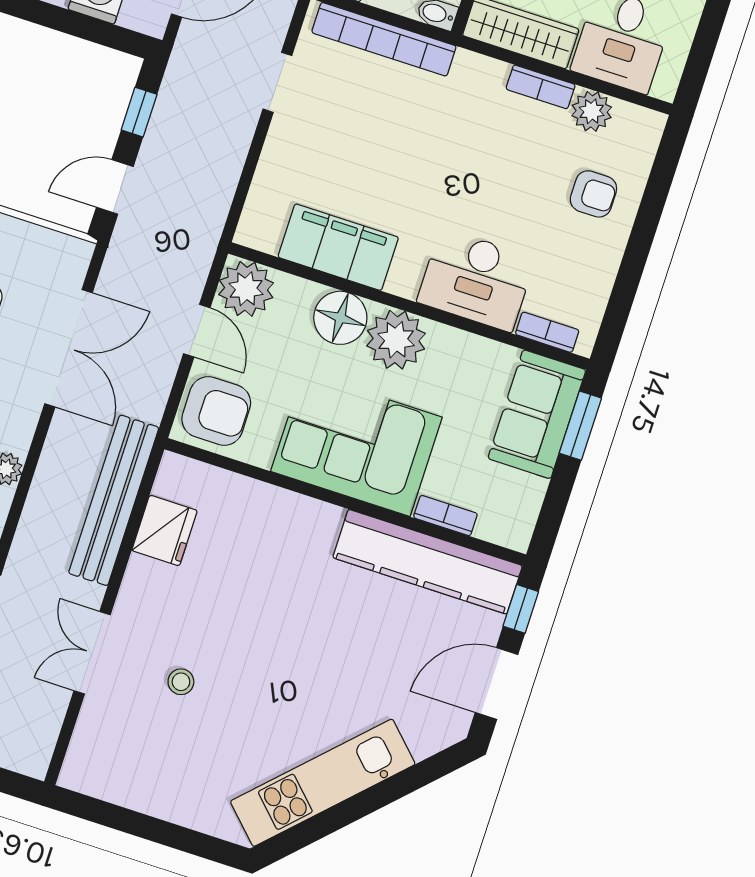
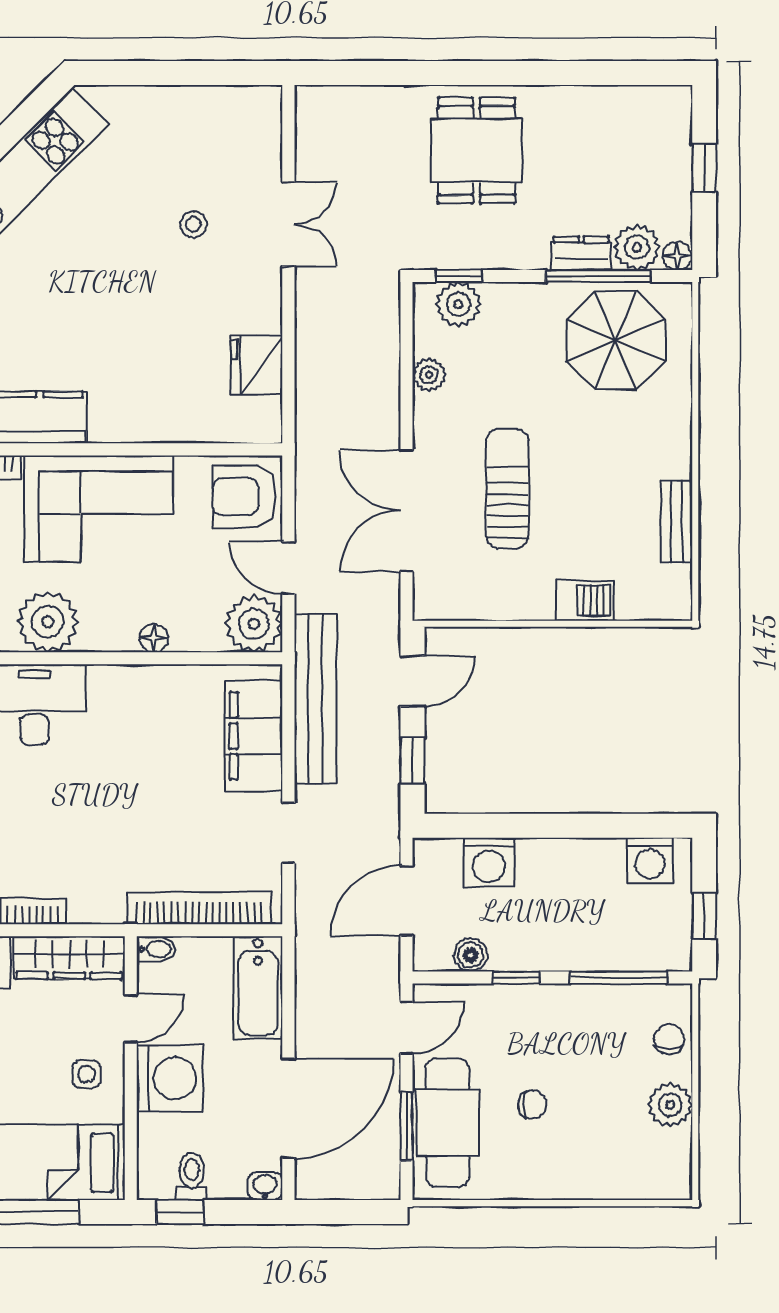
filing cabinet: (338, 247) -> (254, 736), moved, turned 90
floor lamp: (340, 318) -> (154, 638), width x0.53, depth x0.53
plant: (396, 340) -> (48, 622), moved
bench: (114, 500) -> (315, 699), moved

